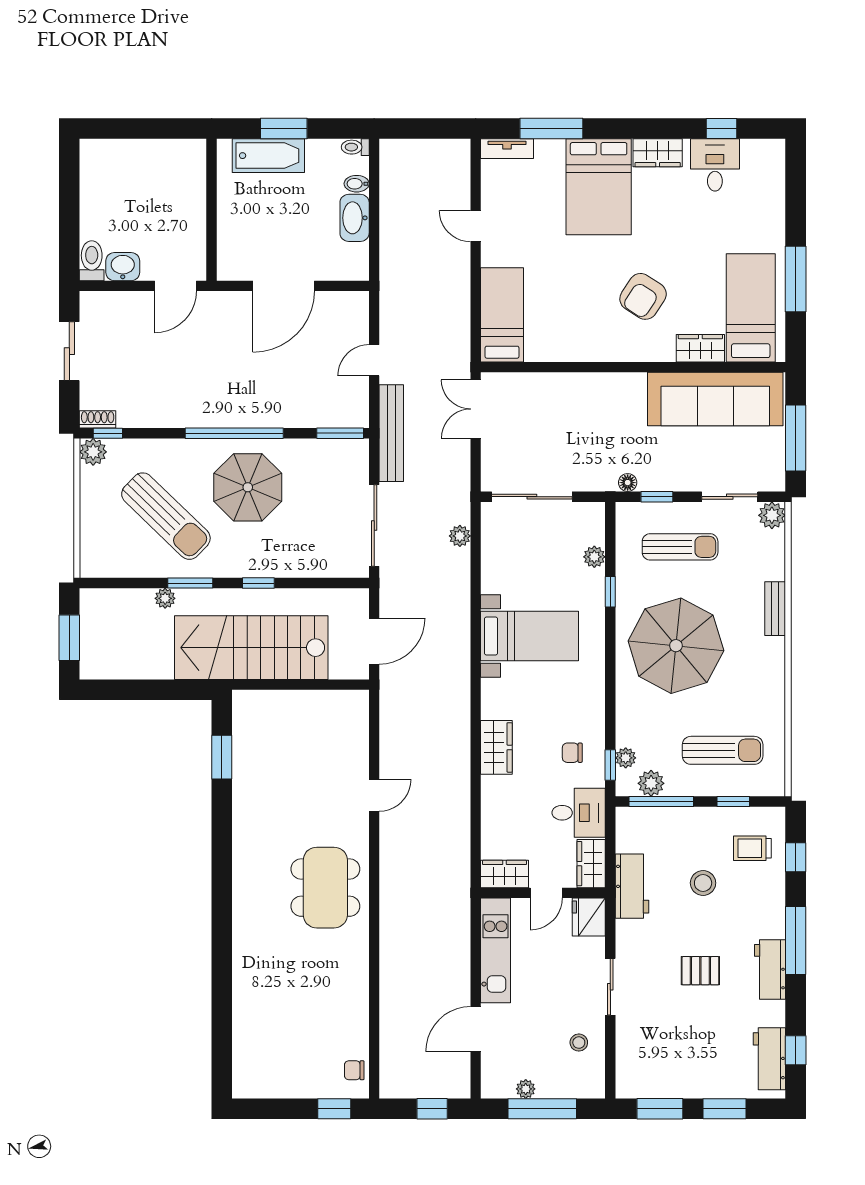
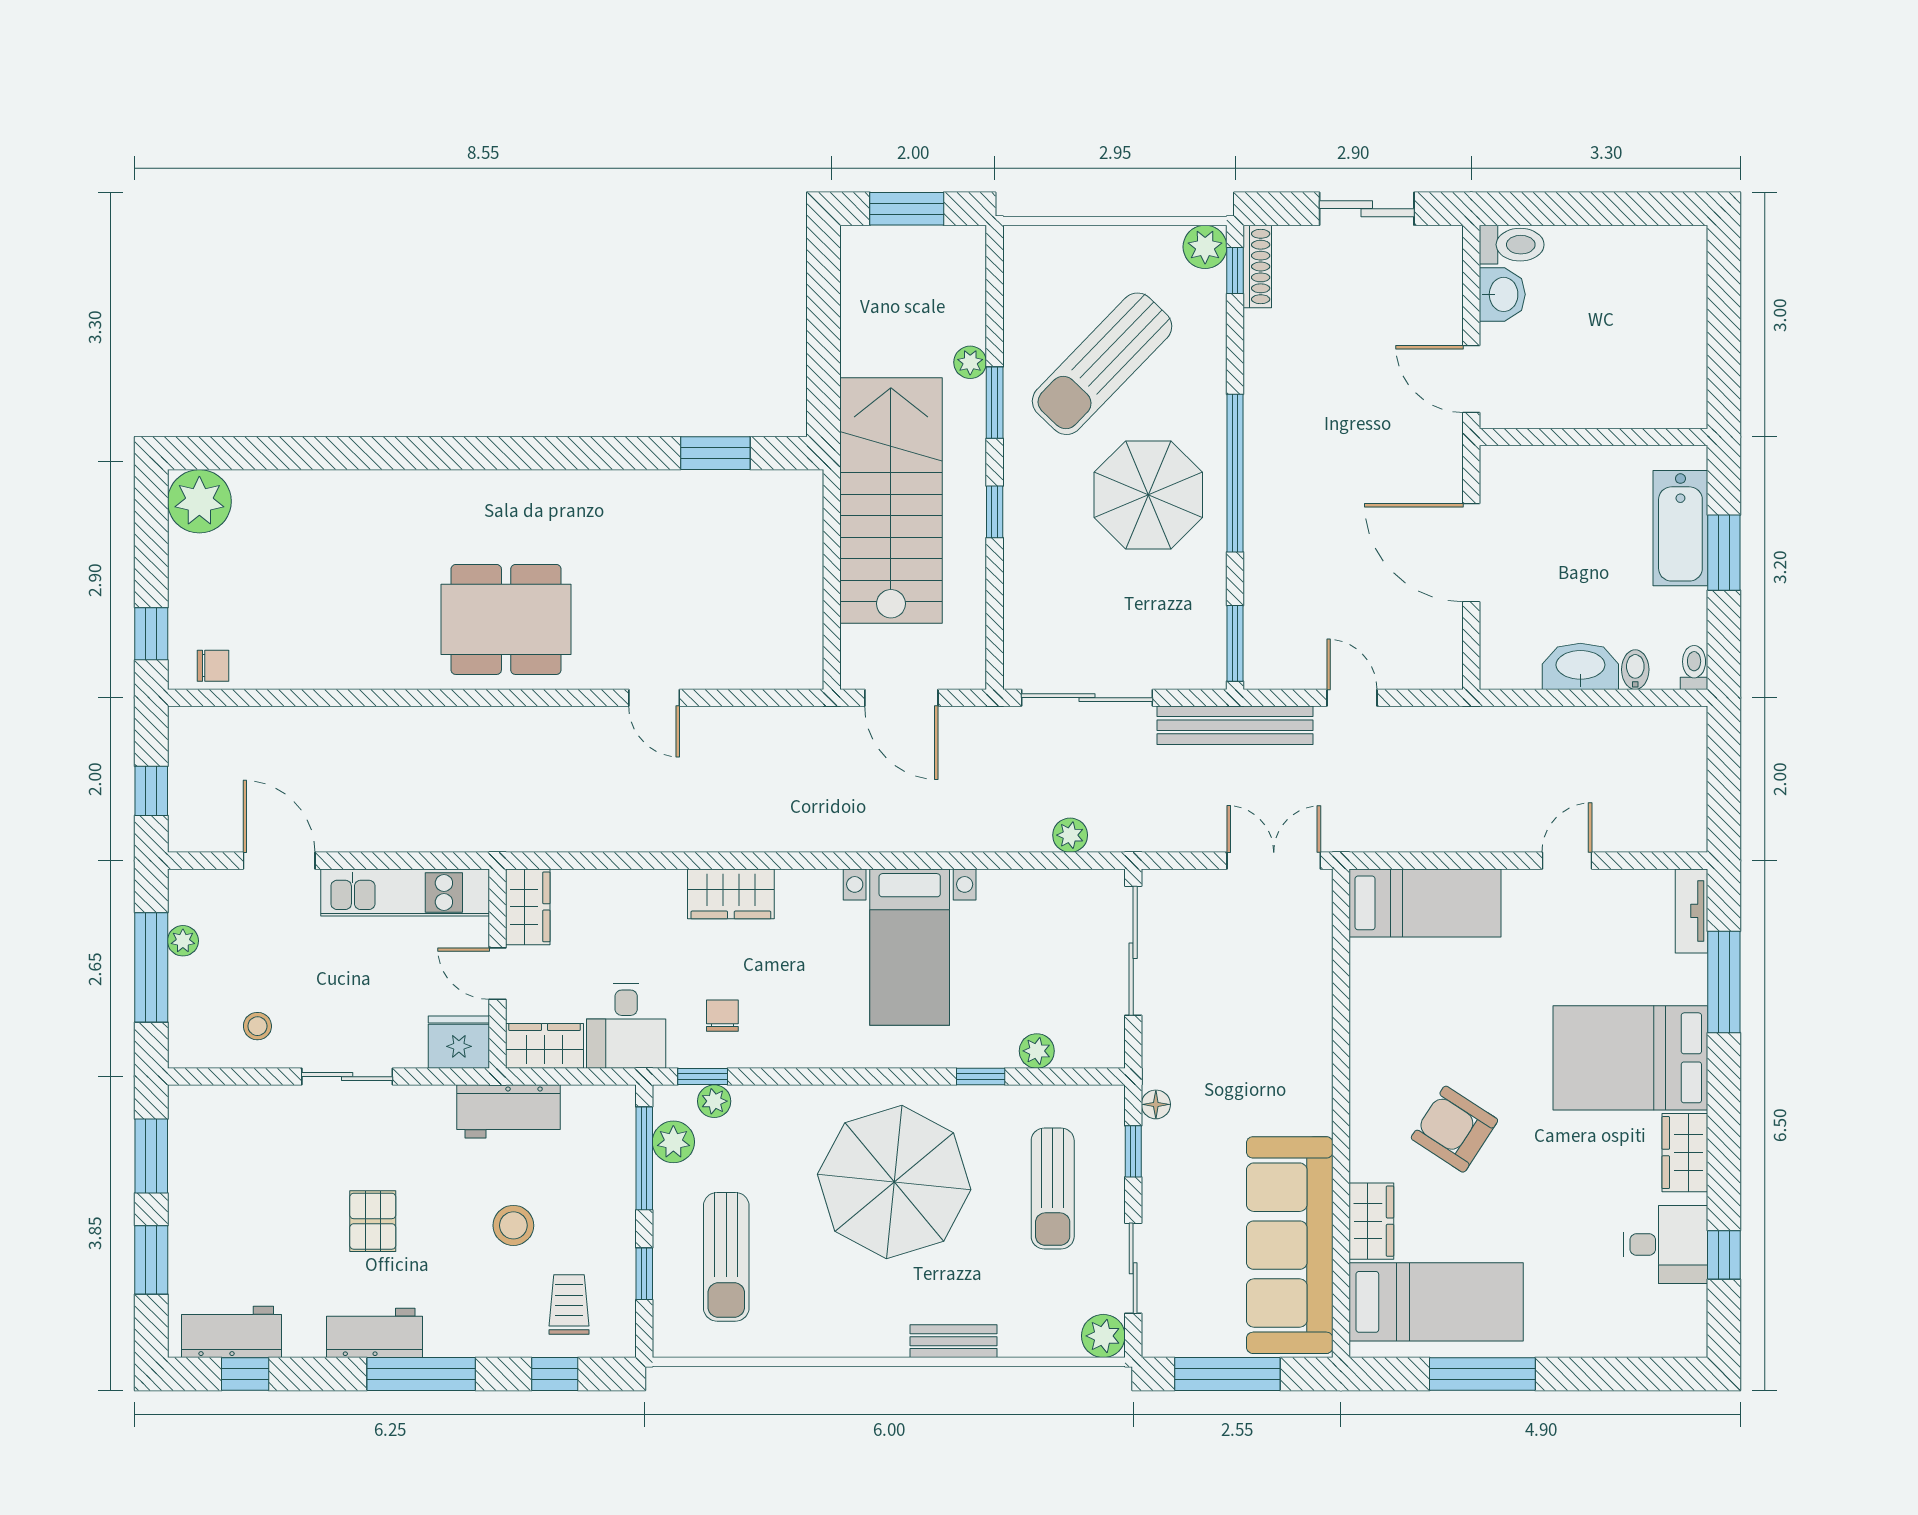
shoe rack: (98, 419) -> (1257, 267), width x1.43
chair: (354, 1070) -> (213, 666), turned 90
plant: (252, 1079) -> (199, 501), added

